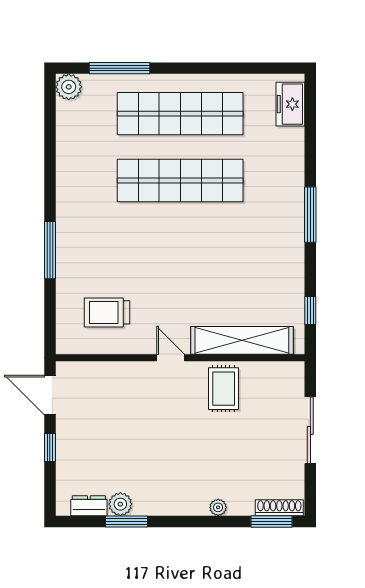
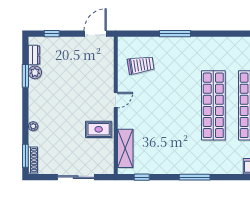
trolley: (107, 312) -> (141, 65), turned 81
shelving: (242, 340) -> (125, 148), width x0.68
window: (50, 448) -> (52, 34), moved

